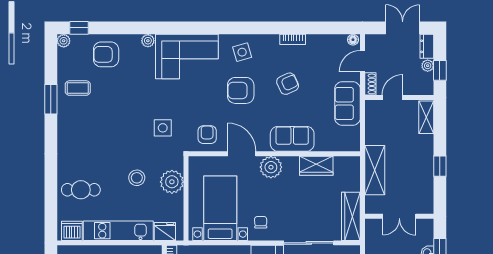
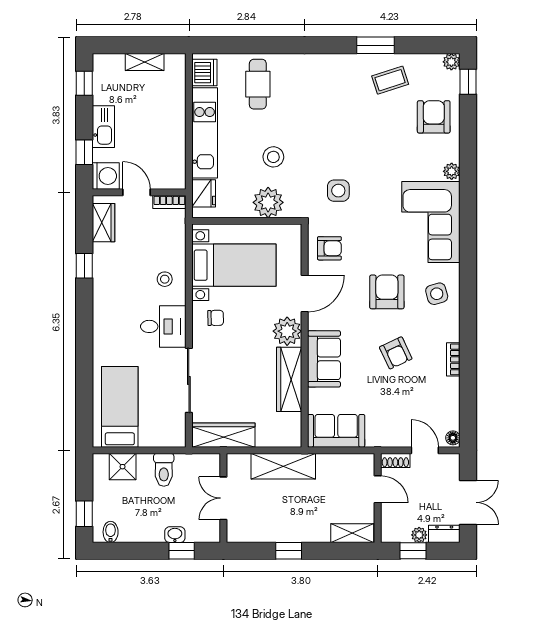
coffee table: (78, 88) -> (390, 80), turned 72
sofa: (348, 103) -> (336, 431), moved
wardrobe: (316, 166) -> (289, 379), width x1.50

